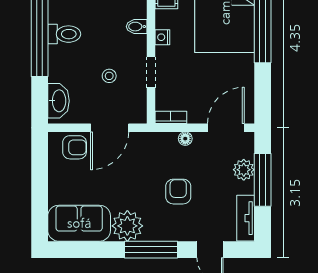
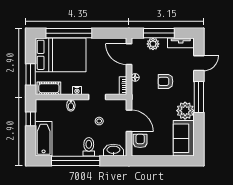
toilet: (64, 34) -> (89, 147), moved

